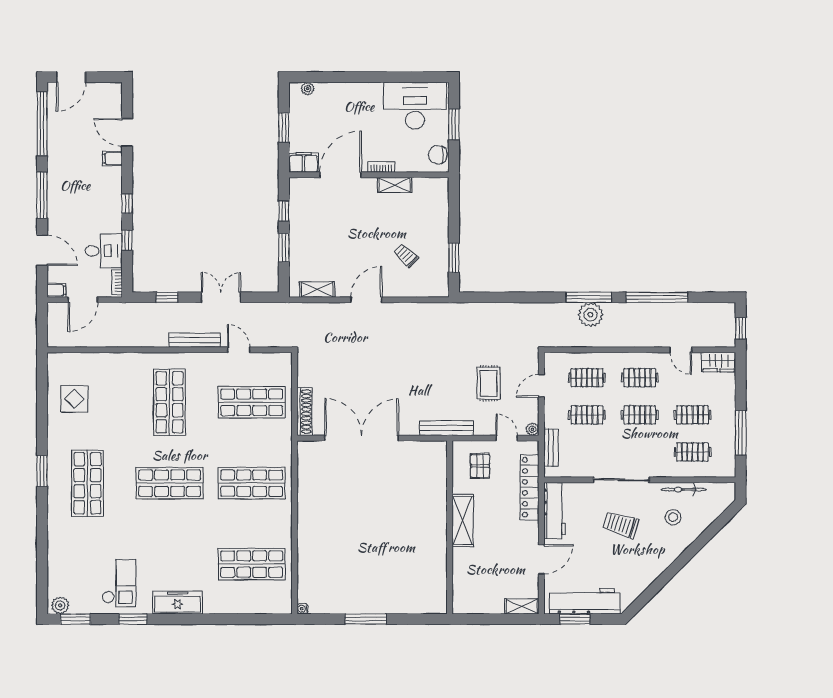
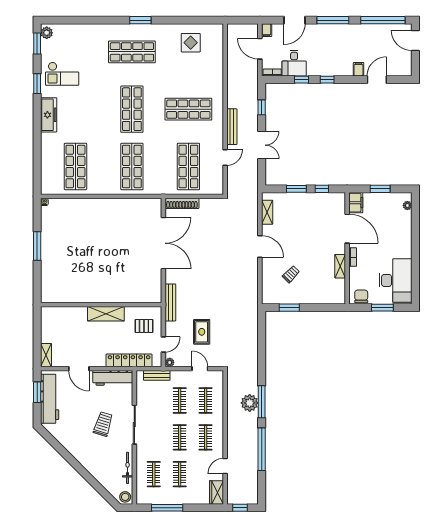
rug: (489, 383) -> (202, 332), turned 90
stool: (673, 517) -> (125, 497), moved

